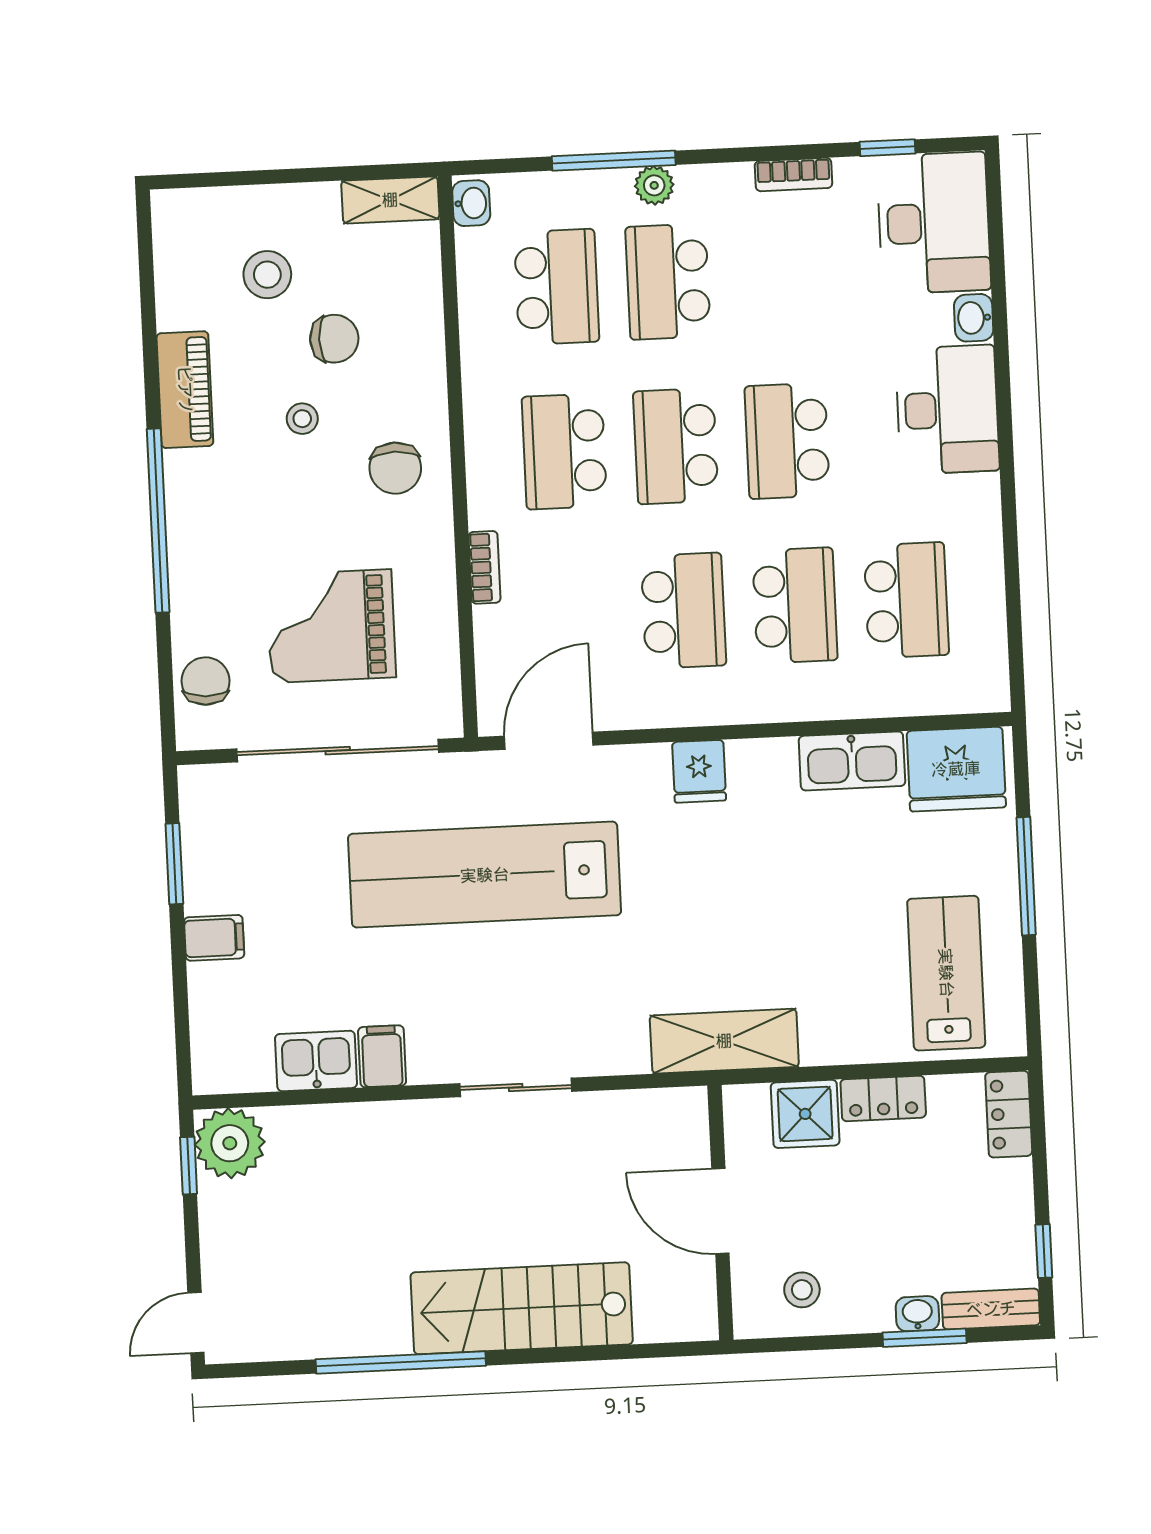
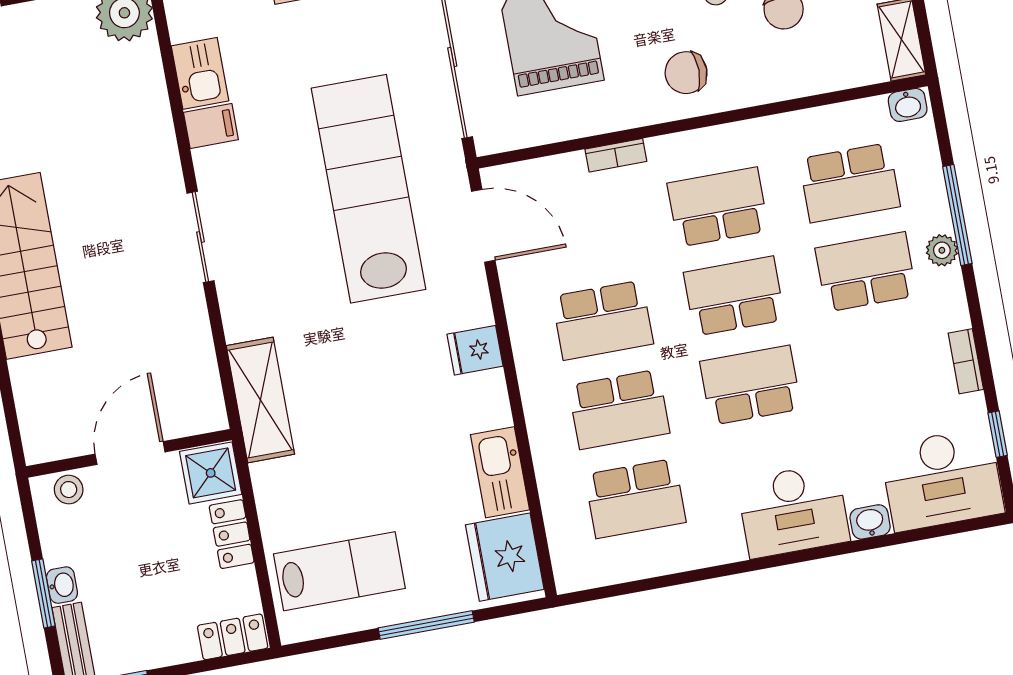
door: (720, 1211) -> (130, 453), moved
wall: (720, 1213) -> (129, 453), moved

